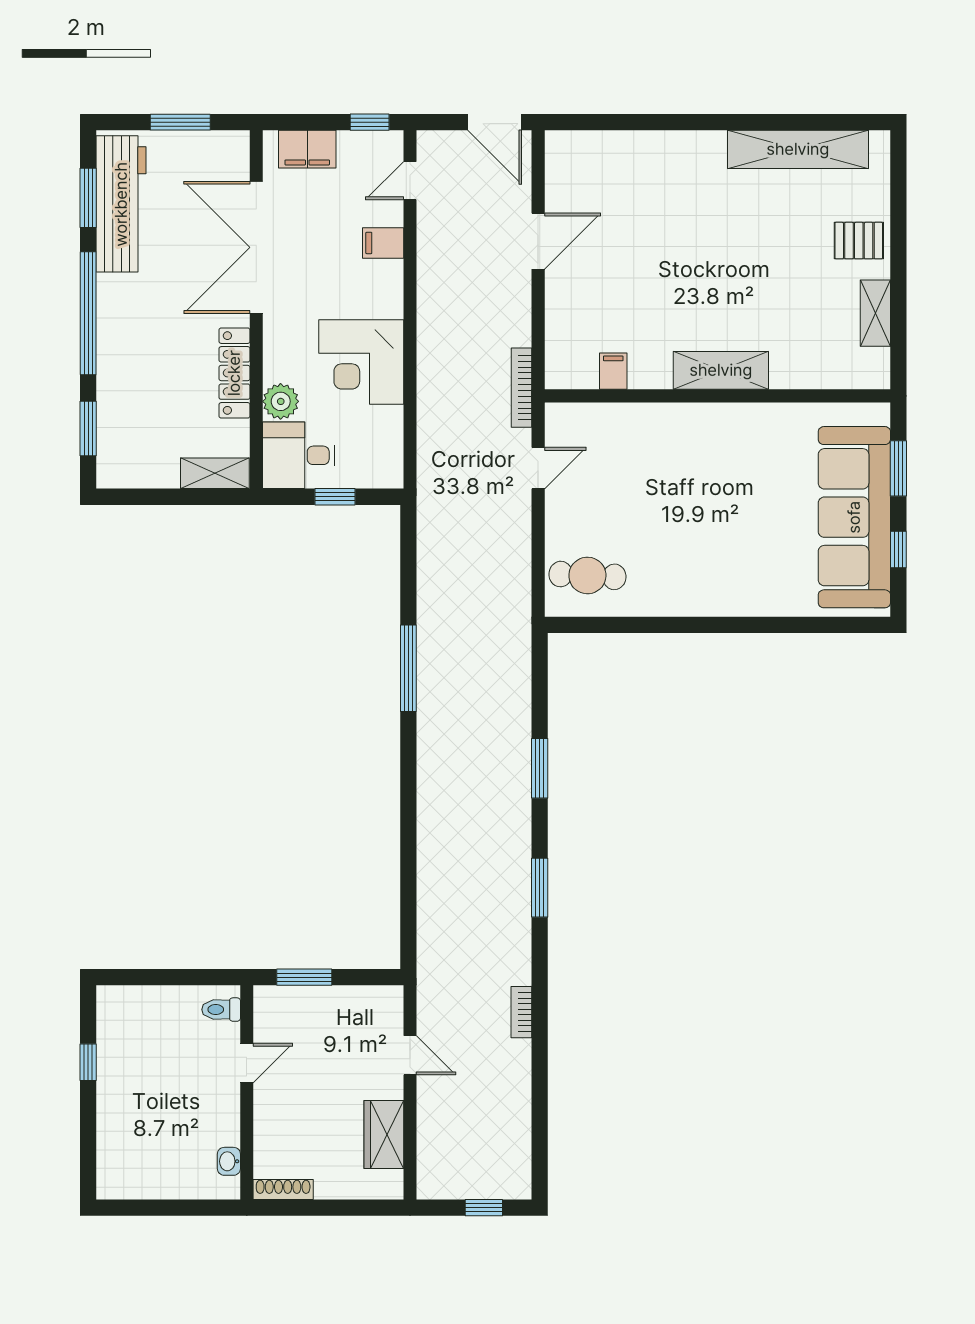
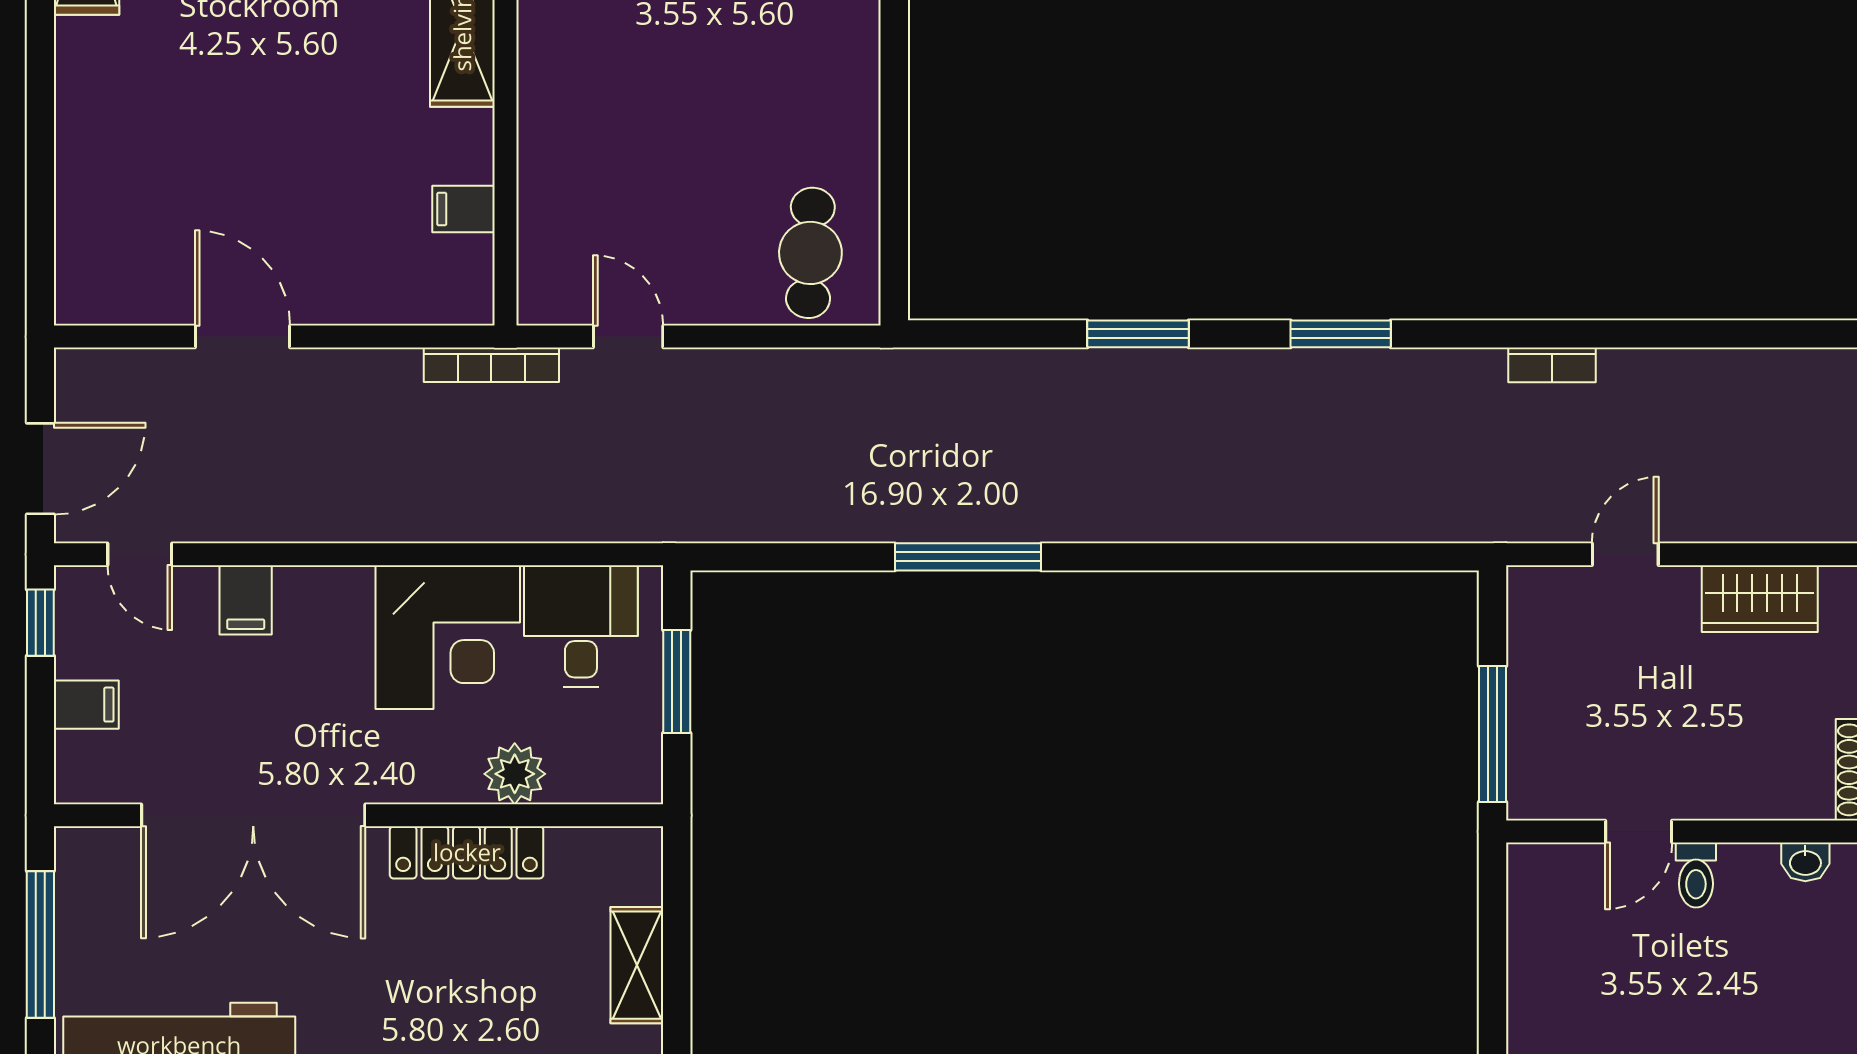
window: (180, 122) -> (40, 945), width x1.44
door: (495, 122) -> (40, 469), moved
filing cabinet: (307, 149) -> (86, 705), width x0.50
desk: (299, 455) -> (581, 626), moved, turned 180
shelving: (215, 473) -> (637, 965), moved
window: (335, 497) -> (677, 682), width x1.50
window: (304, 977) -> (1493, 734), width x1.44
toilet: (221, 1010) -> (1696, 875), moved
door: (247, 1063) -> (1639, 832), swing flipped

